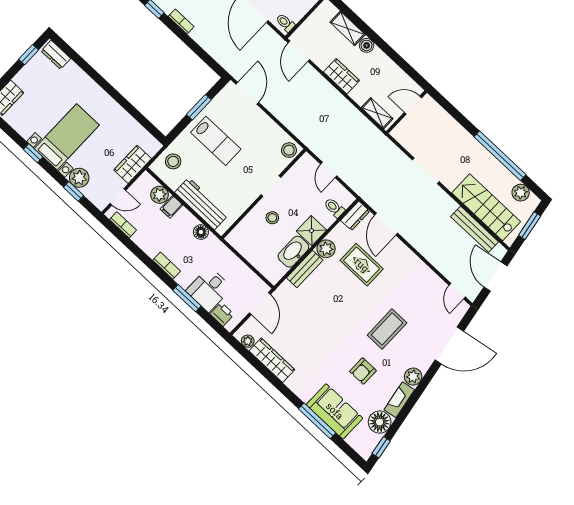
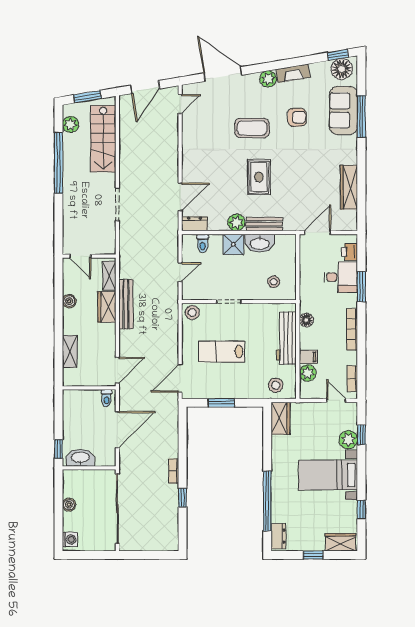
boiler: (367, 45) -> (69, 301), moved
window: (29, 55) -> (313, 555), moved
window: (91, 72) -> (267, 501), added
wardrobe: (341, 76) -> (107, 307), moved
lab bench: (216, 141) -> (221, 352), moved, turned -90
window: (33, 153) -> (361, 510), moved
wardrobe: (133, 164) -> (281, 418), moved, turned -90
stool: (272, 218) -> (274, 282), moved
bench: (475, 229) -> (126, 304), moved
rug: (362, 265) -> (259, 177), moved
bookcase: (167, 266) -> (352, 329), width x1.56
plant: (248, 341) -> (351, 216), removed
floor lamp: (380, 422) -> (342, 69), moved

